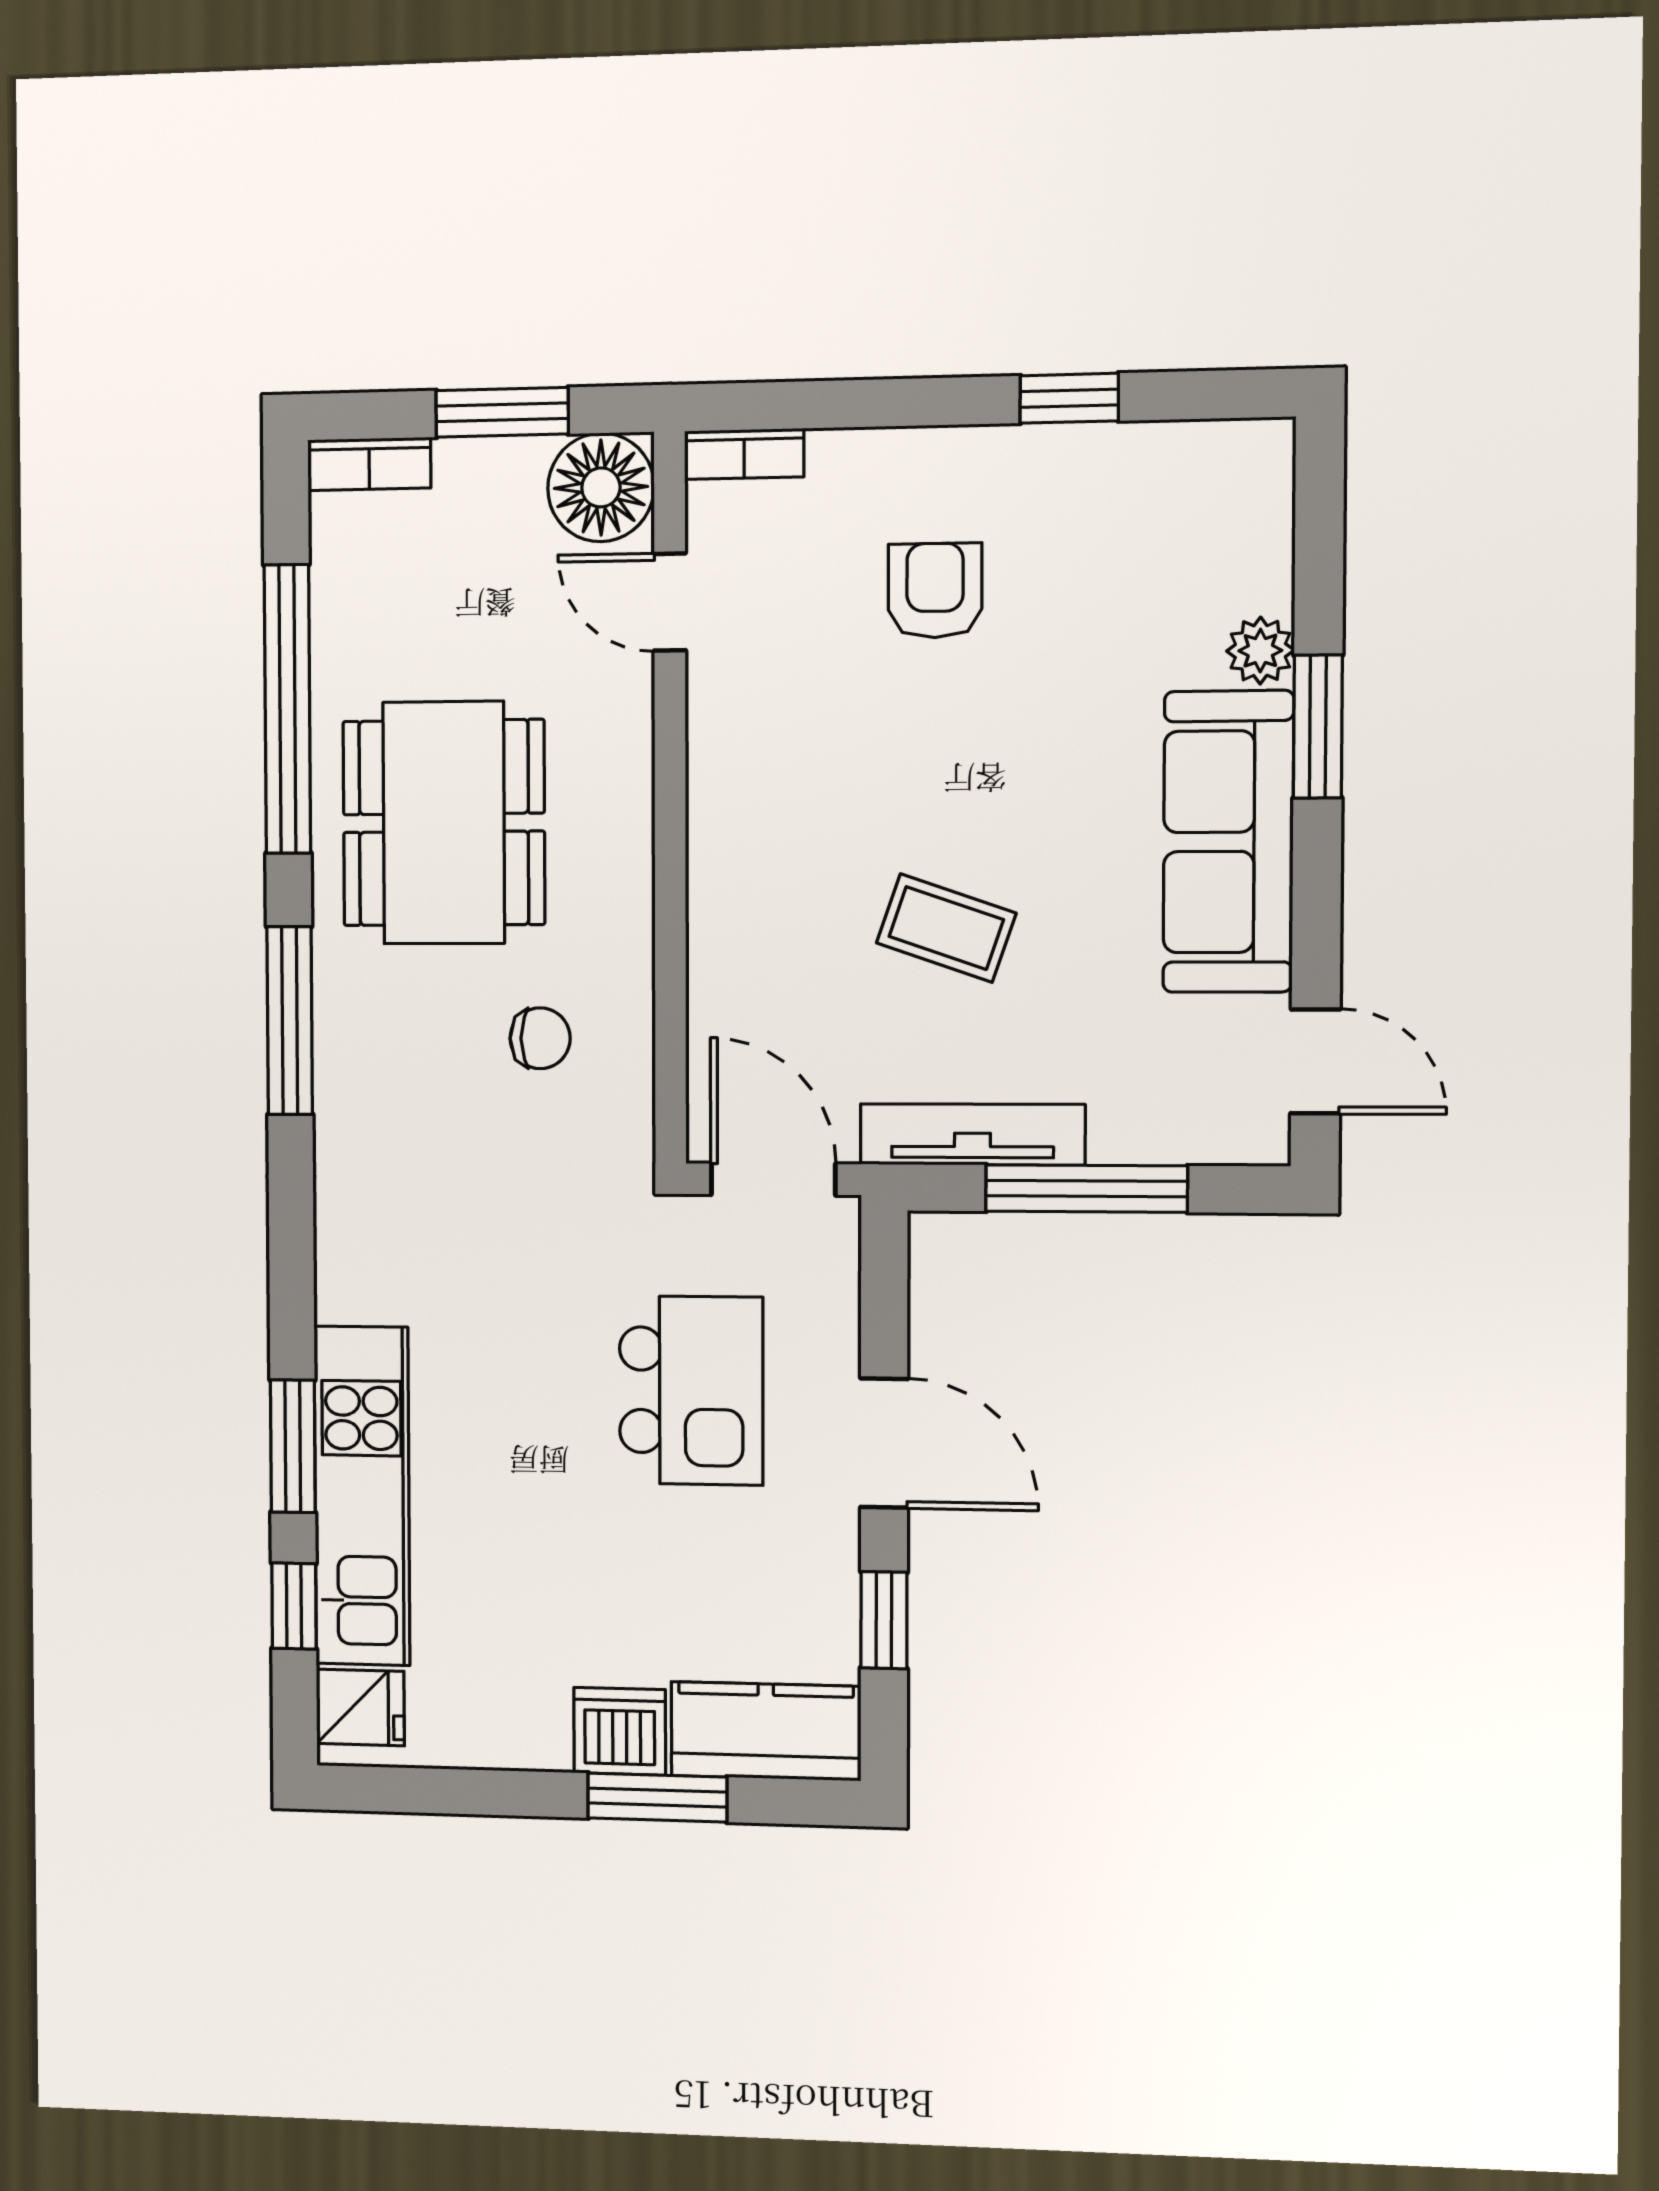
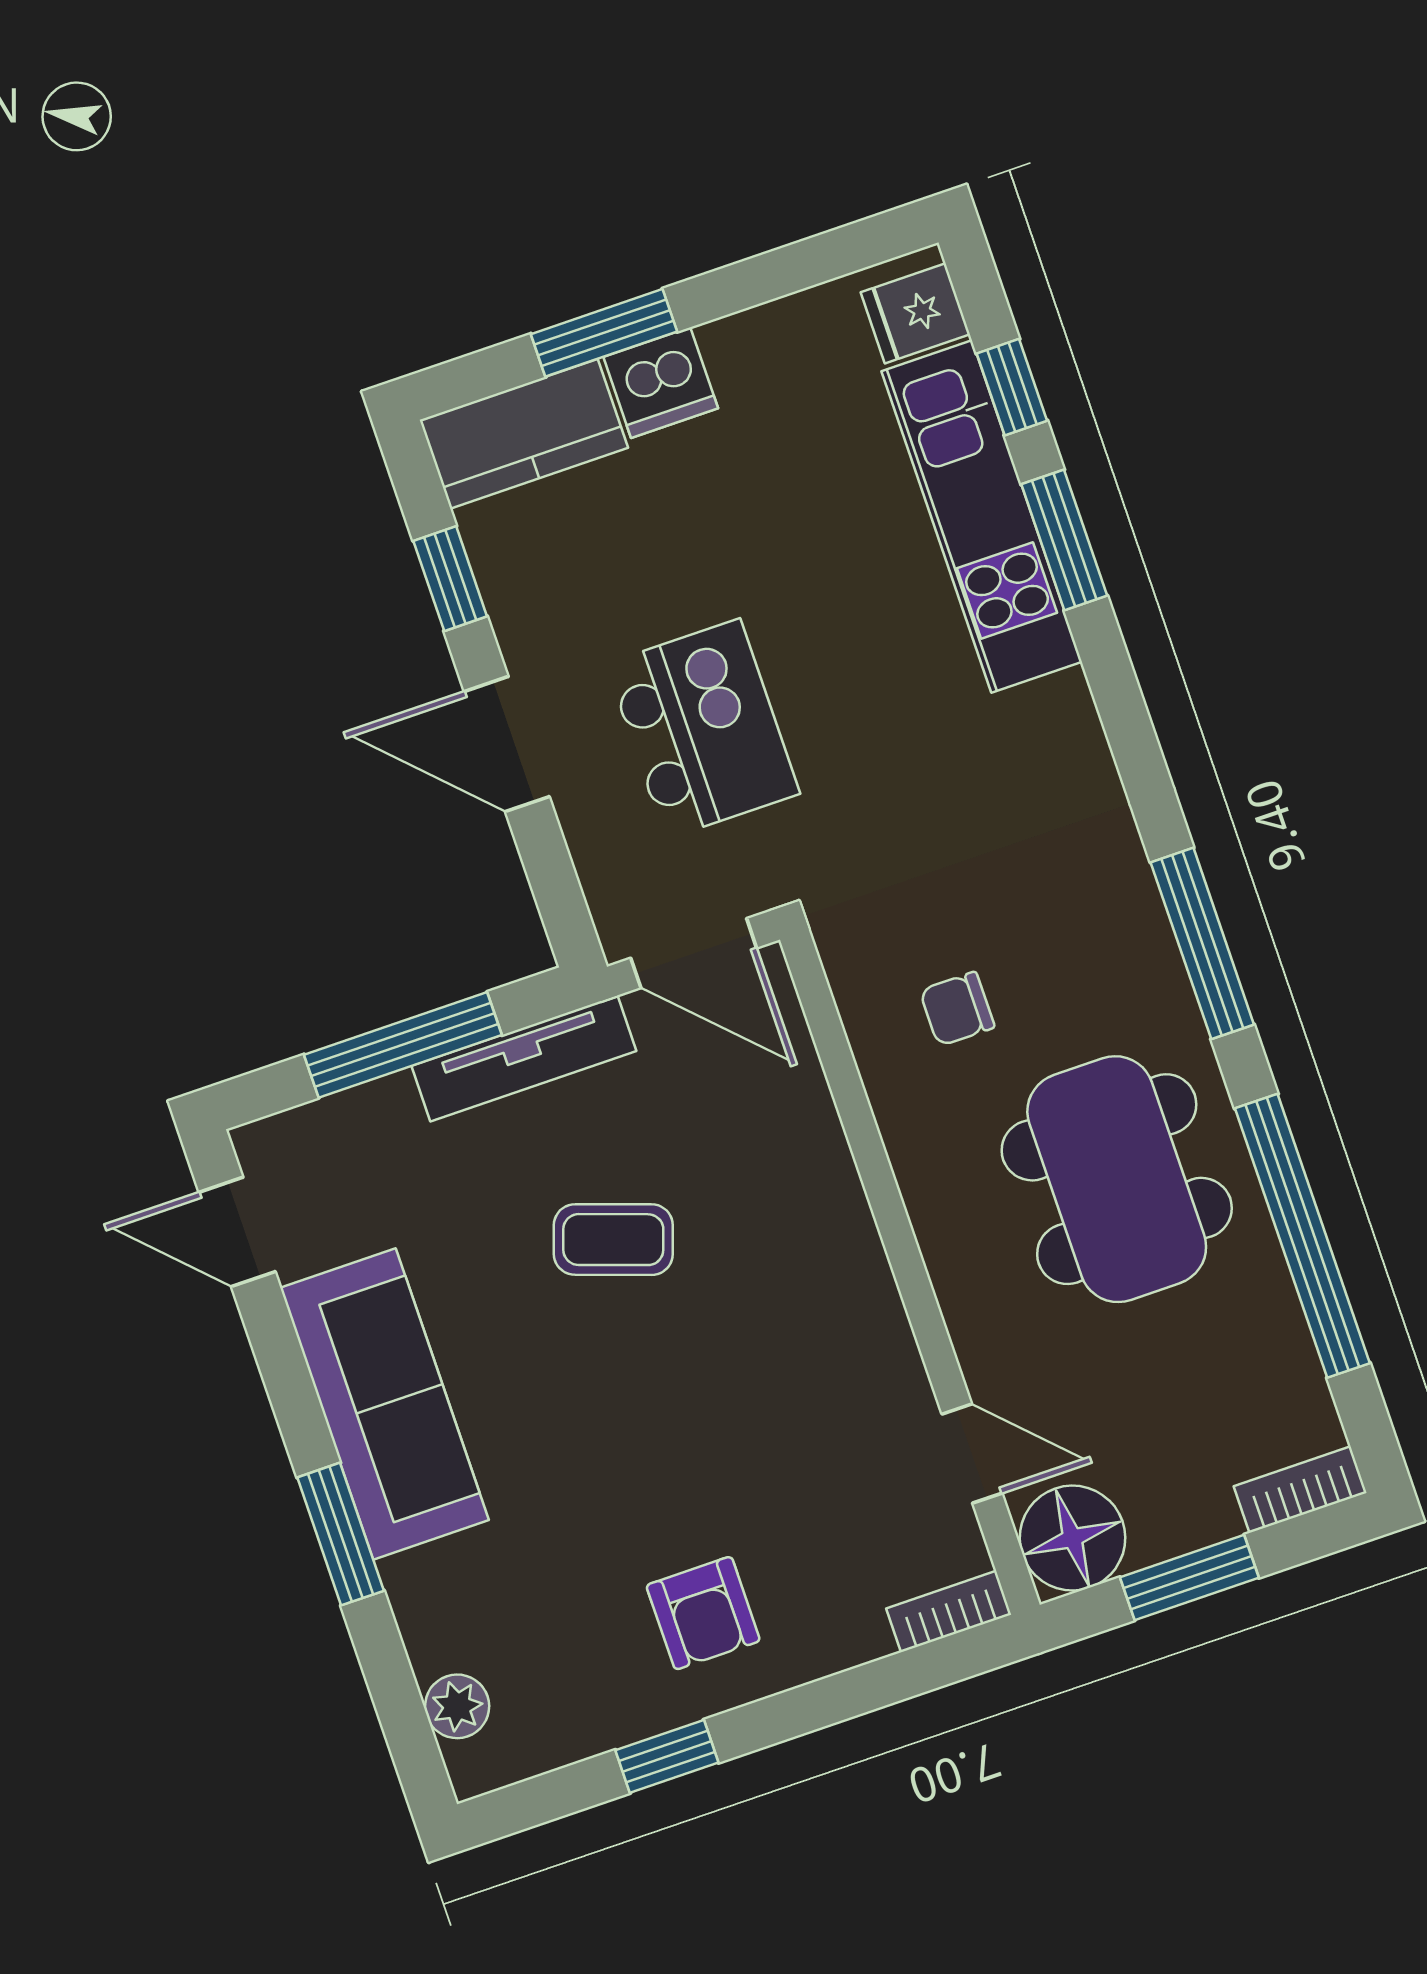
armchair: (935, 591) -> (703, 1613), moved
plant: (1260, 651) -> (457, 1706), moved
kitchen island: (691, 1390) -> (703, 729), turned 180

